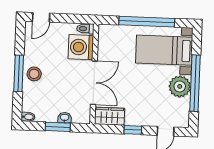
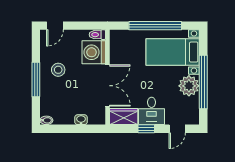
stool: (34, 74) -> (58, 70), moved
desk: (139, 111) -> (152, 111), added
window: (58, 127) -> (75, 129), removed

